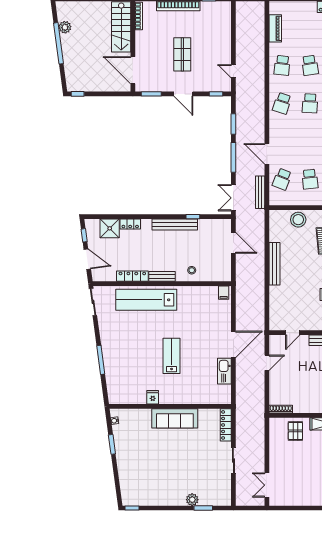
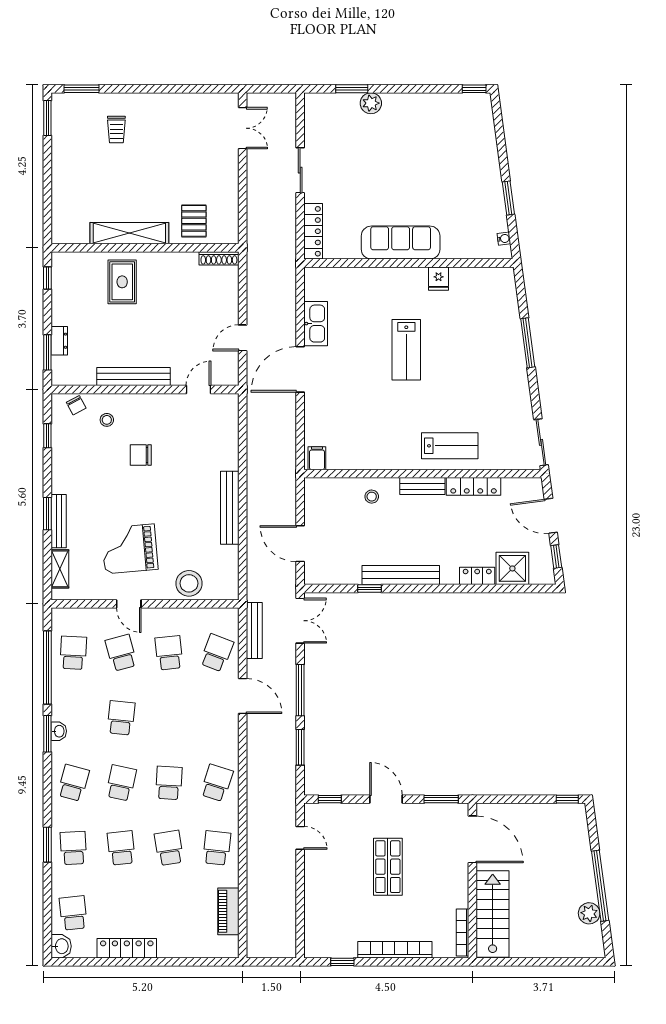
lab bench: (146, 300) -> (450, 446), width x0.54, depth x0.72

